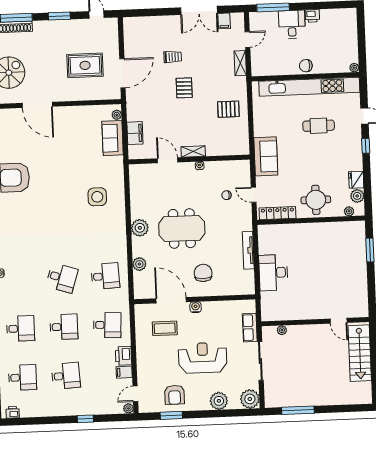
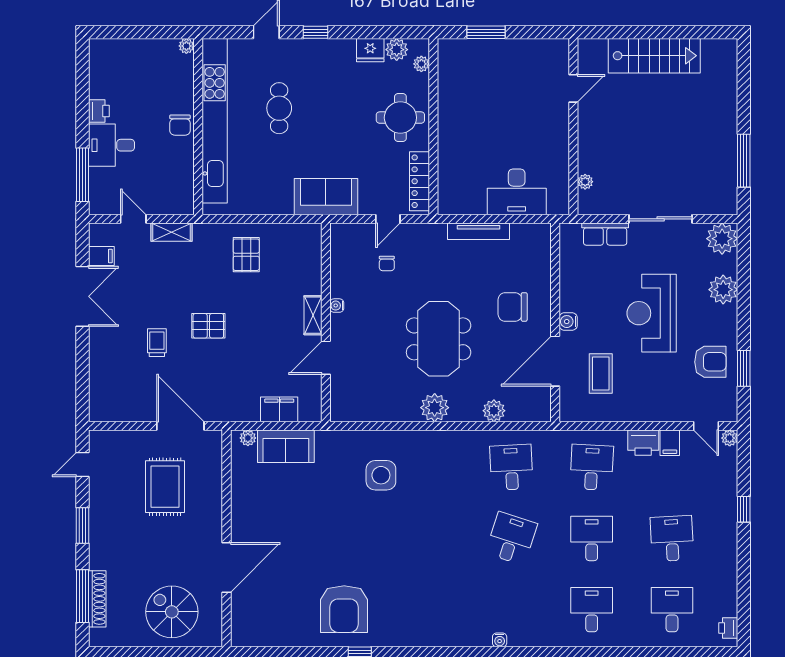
door: (339, 321) -> (573, 88), moved
wall: (315, 322) -> (573, 127), moved
plant: (282, 330) -> (585, 182), moved

